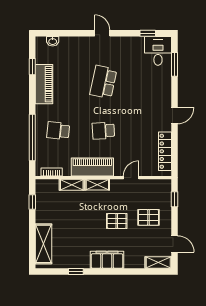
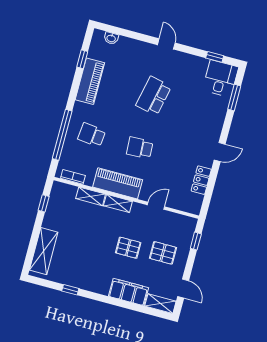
locker: (165, 151) -> (201, 180), width x0.66
filing cabinet: (107, 260) -> (129, 292), moved

